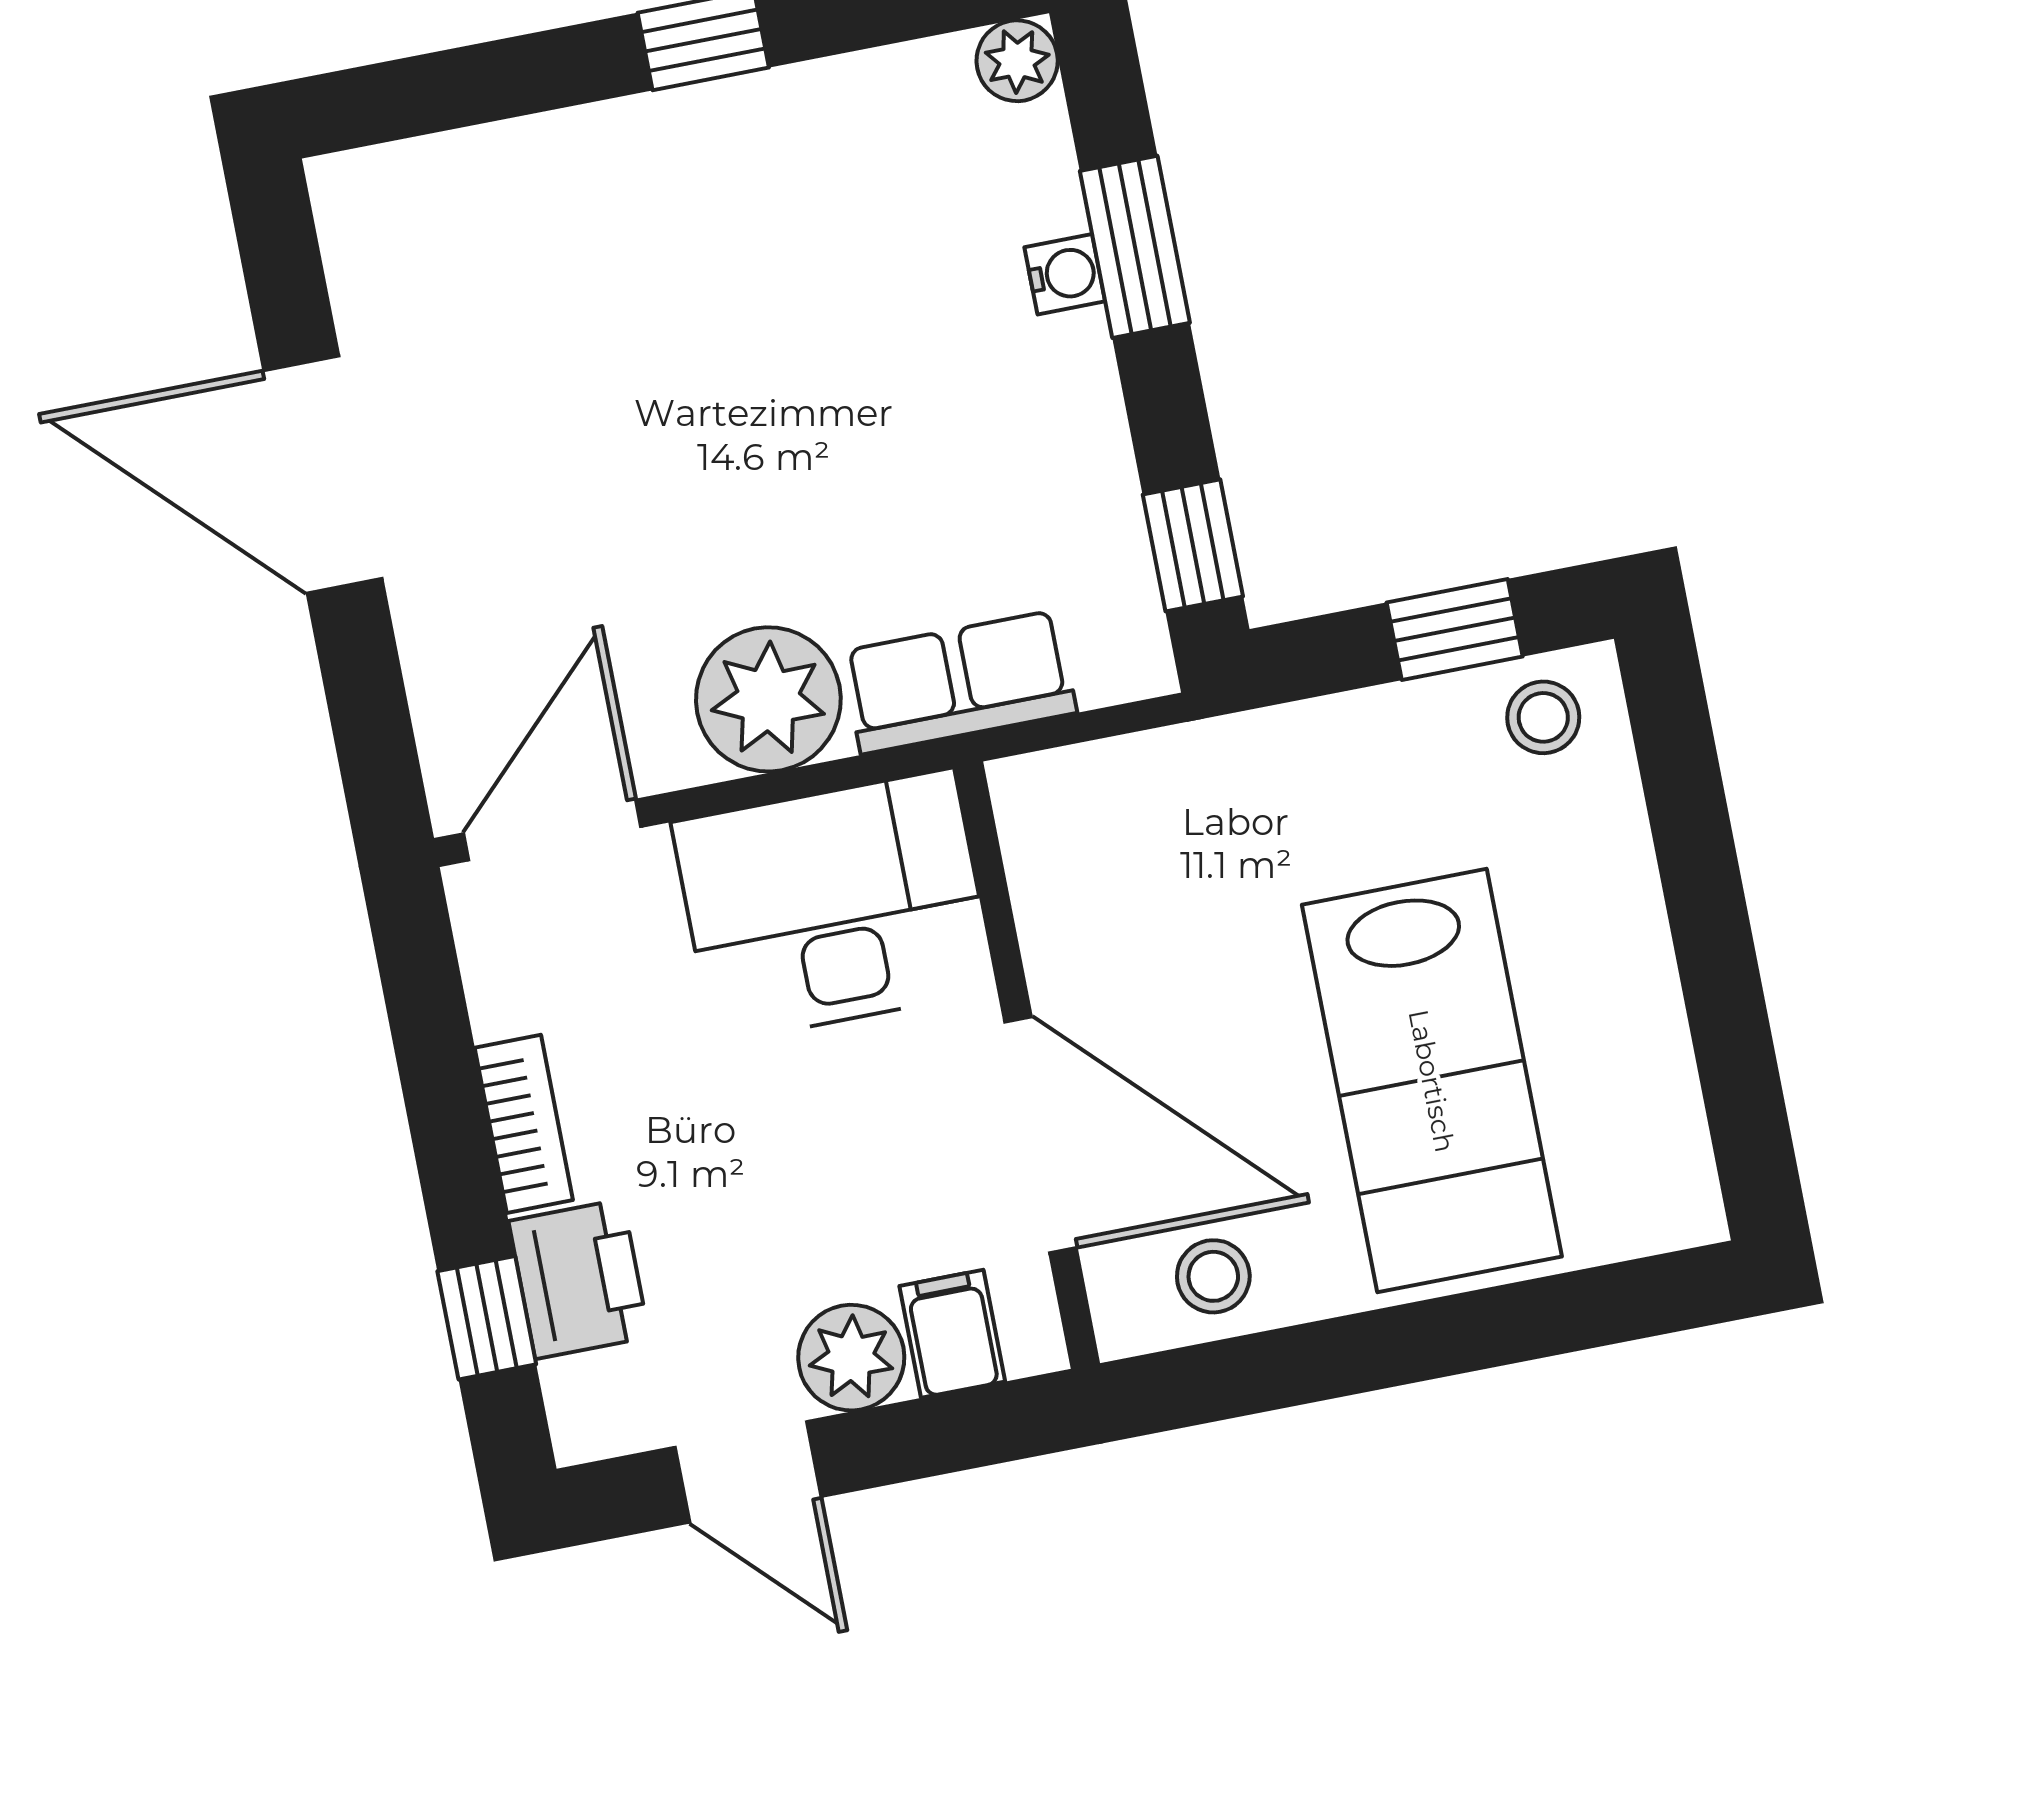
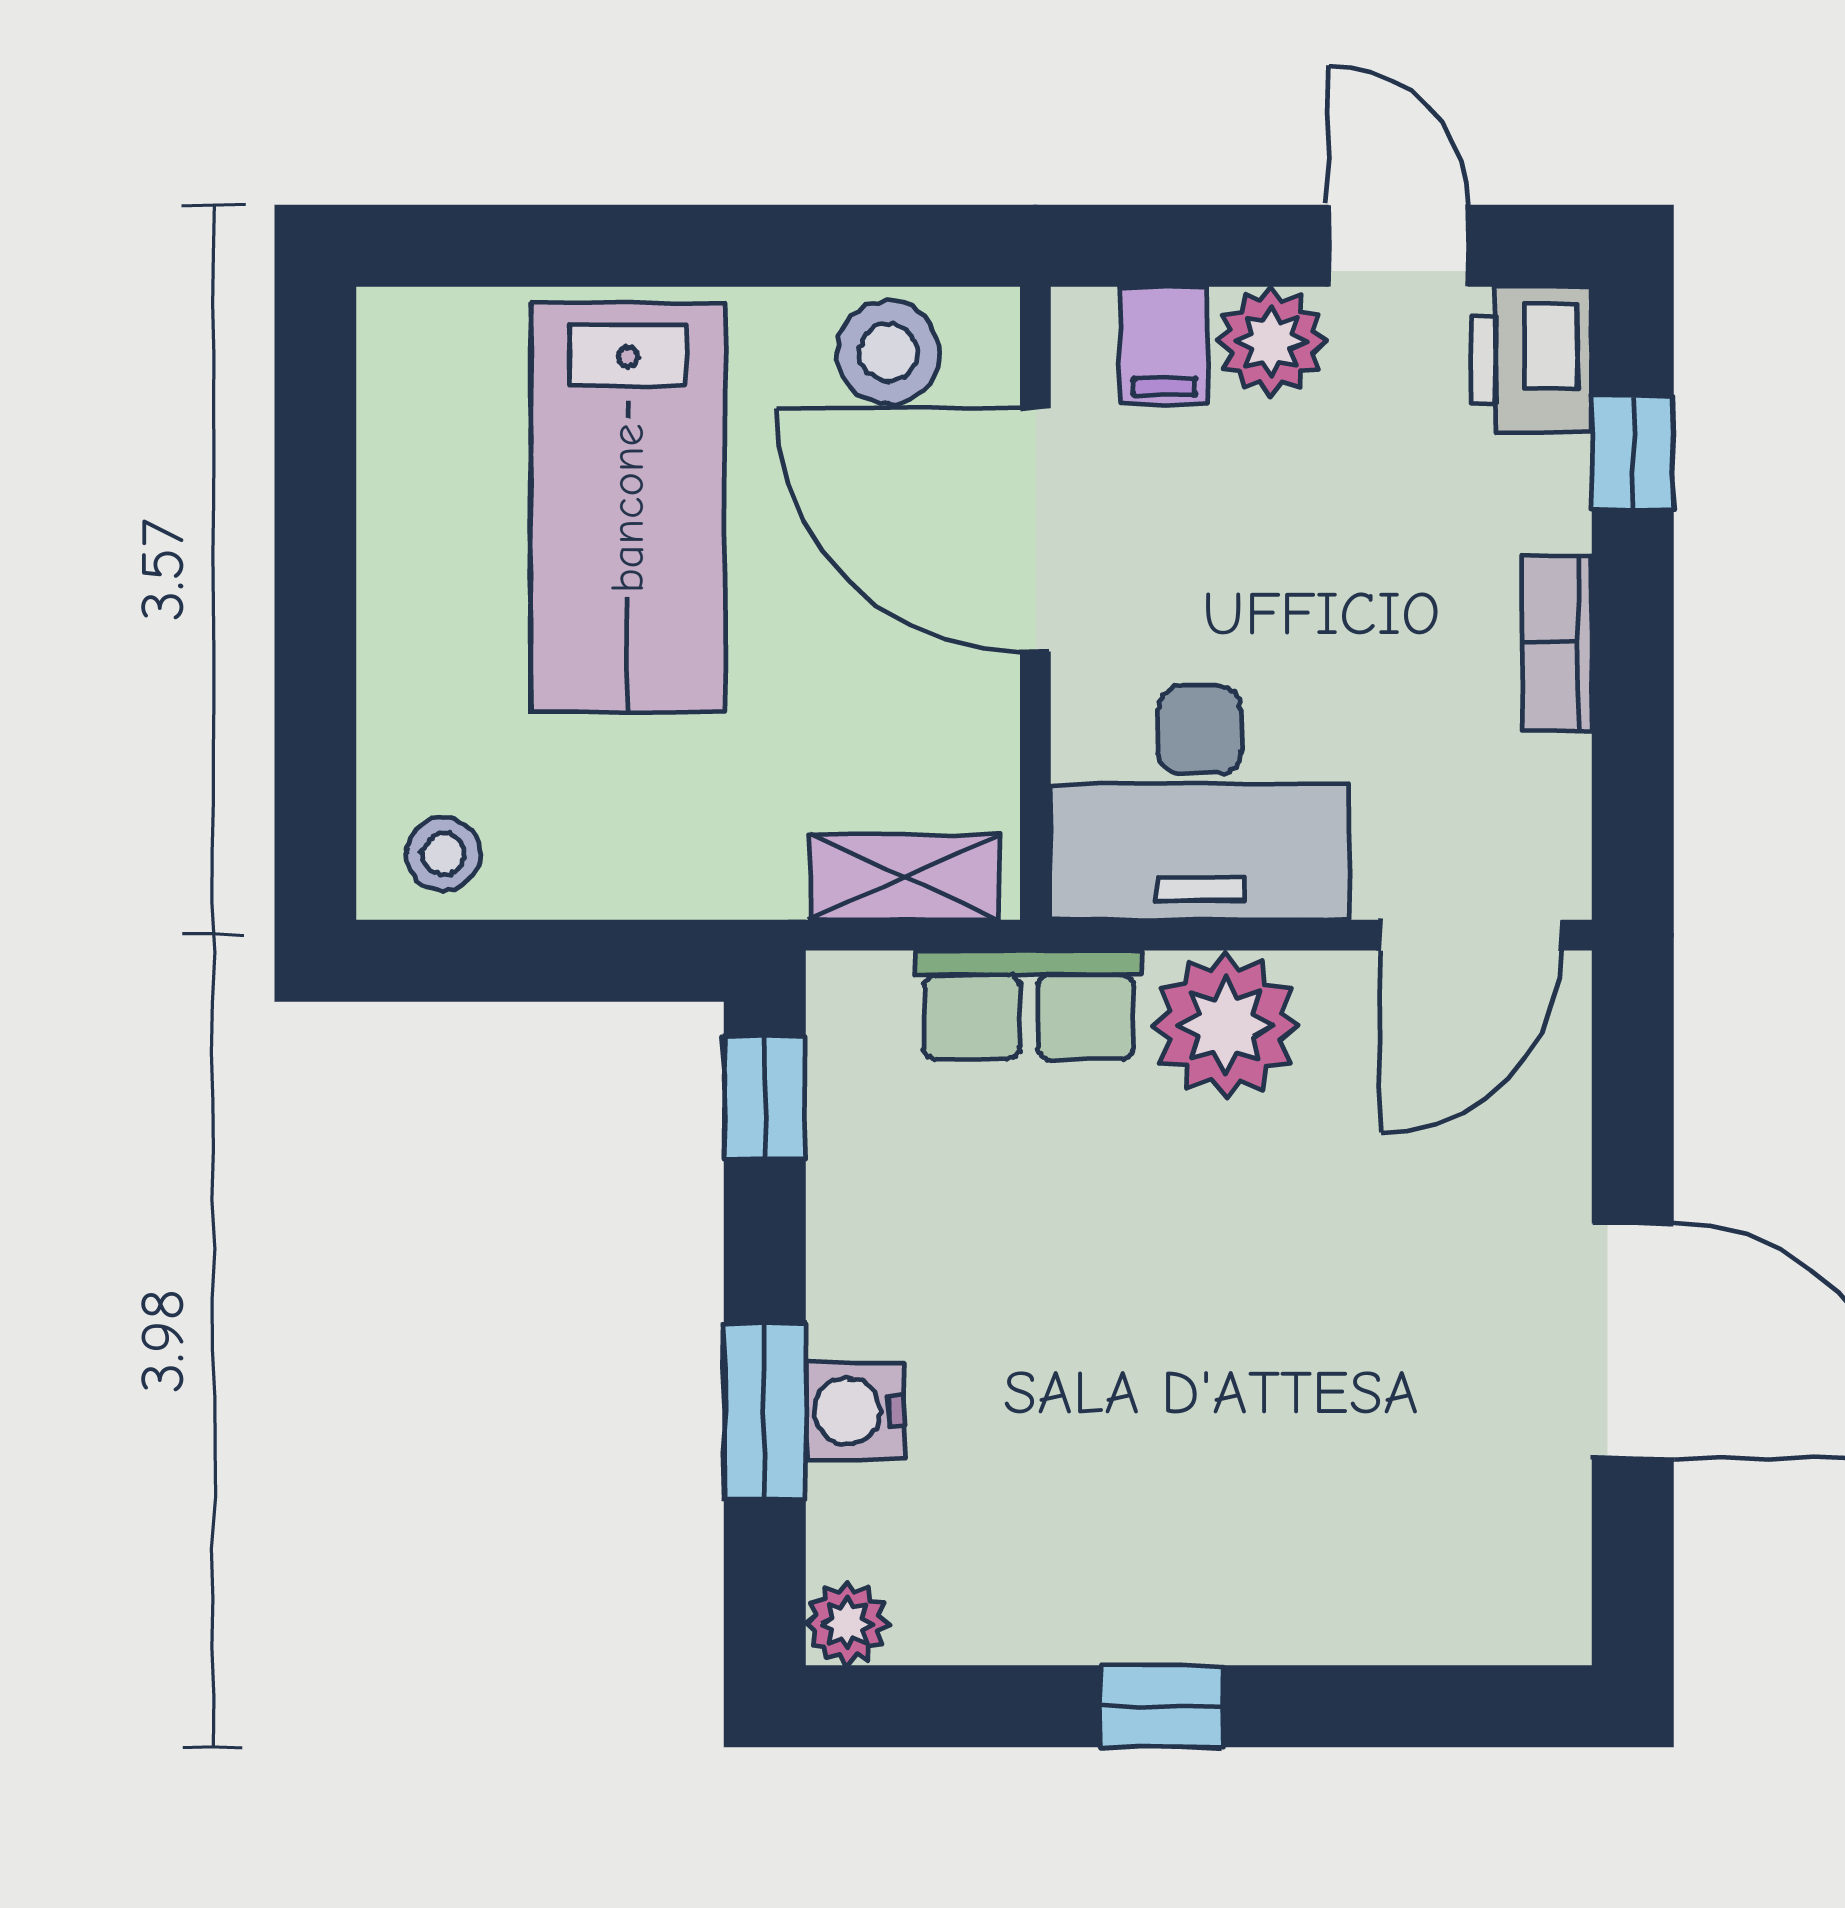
water cooler: (1065, 274) -> (855, 1411), width x1.38, depth x1.38
window: (1455, 629) -> (516, 961), removed
shelving: (1101, 781) -> (905, 877), added
lab bench: (1432, 1081) -> (628, 508), turned 180
stool: (1213, 1276) -> (888, 352), width x1.37, depth x1.37
printer: (579, 1279) -> (1532, 360), moved

